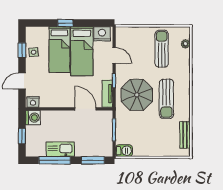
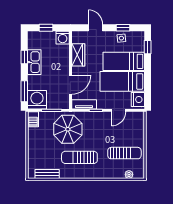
window: (65, 23) -> (148, 47), moved
parasol: (137, 95) -> (68, 129), moved
wardrobe: (52, 100) -> (78, 55), added
nightstand: (33, 102) -> (77, 38), removed
washing machine: (102, 146) -> (37, 100), added
window: (55, 160) -> (24, 57), width x0.46

